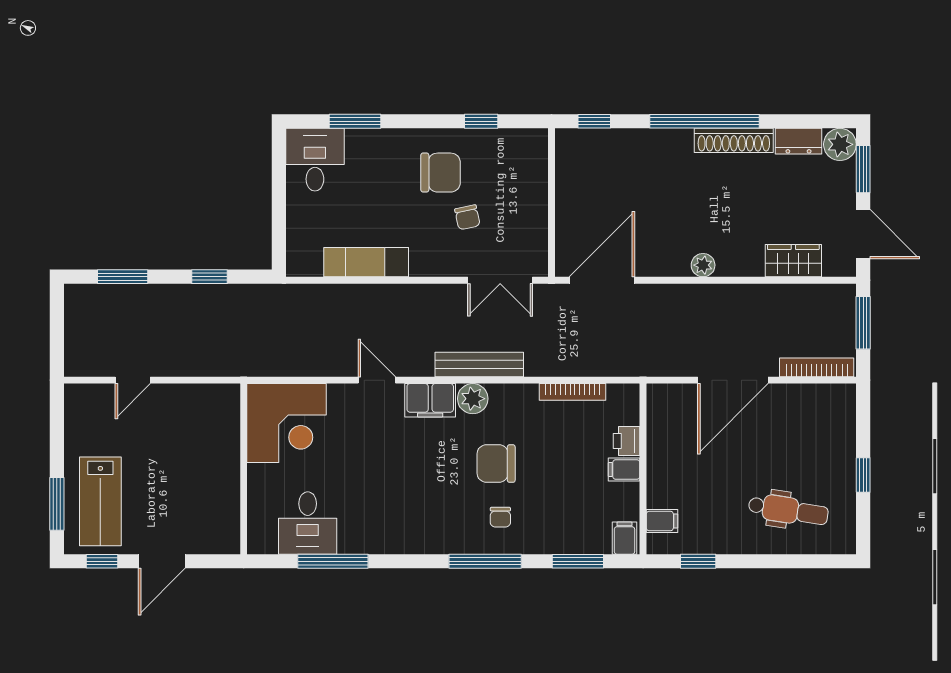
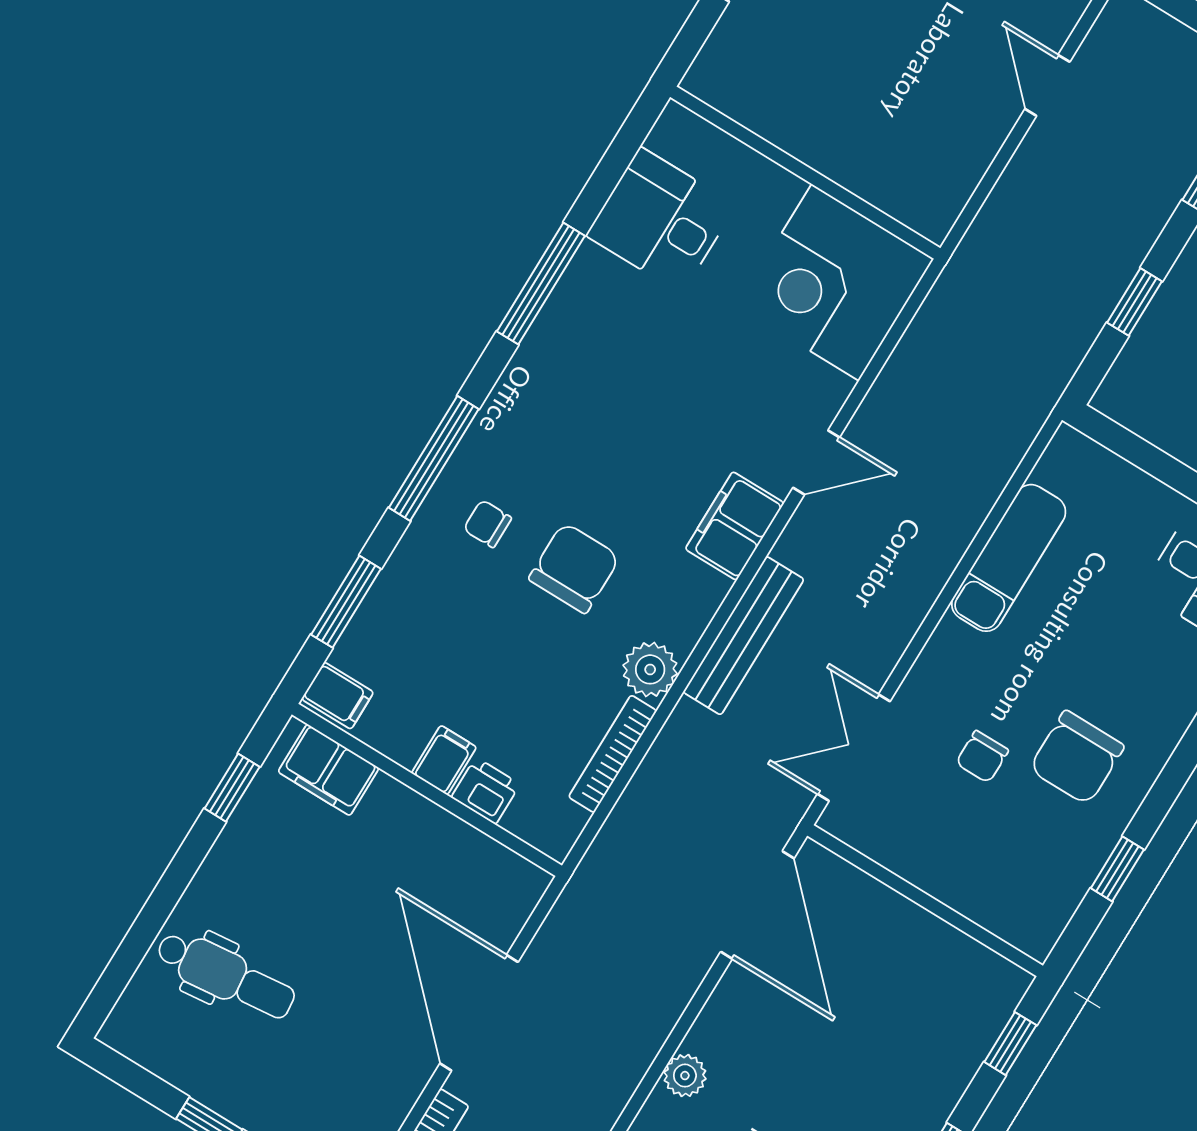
chair: (467, 217) -> (982, 757), turned -78
plant: (473, 399) -> (650, 669), moved
dental chair: (788, 510) -> (226, 975), turned -105
filing cabinet: (662, 521) -> (329, 770), width x2.00
window: (333, 561) -> (541, 284), moved

